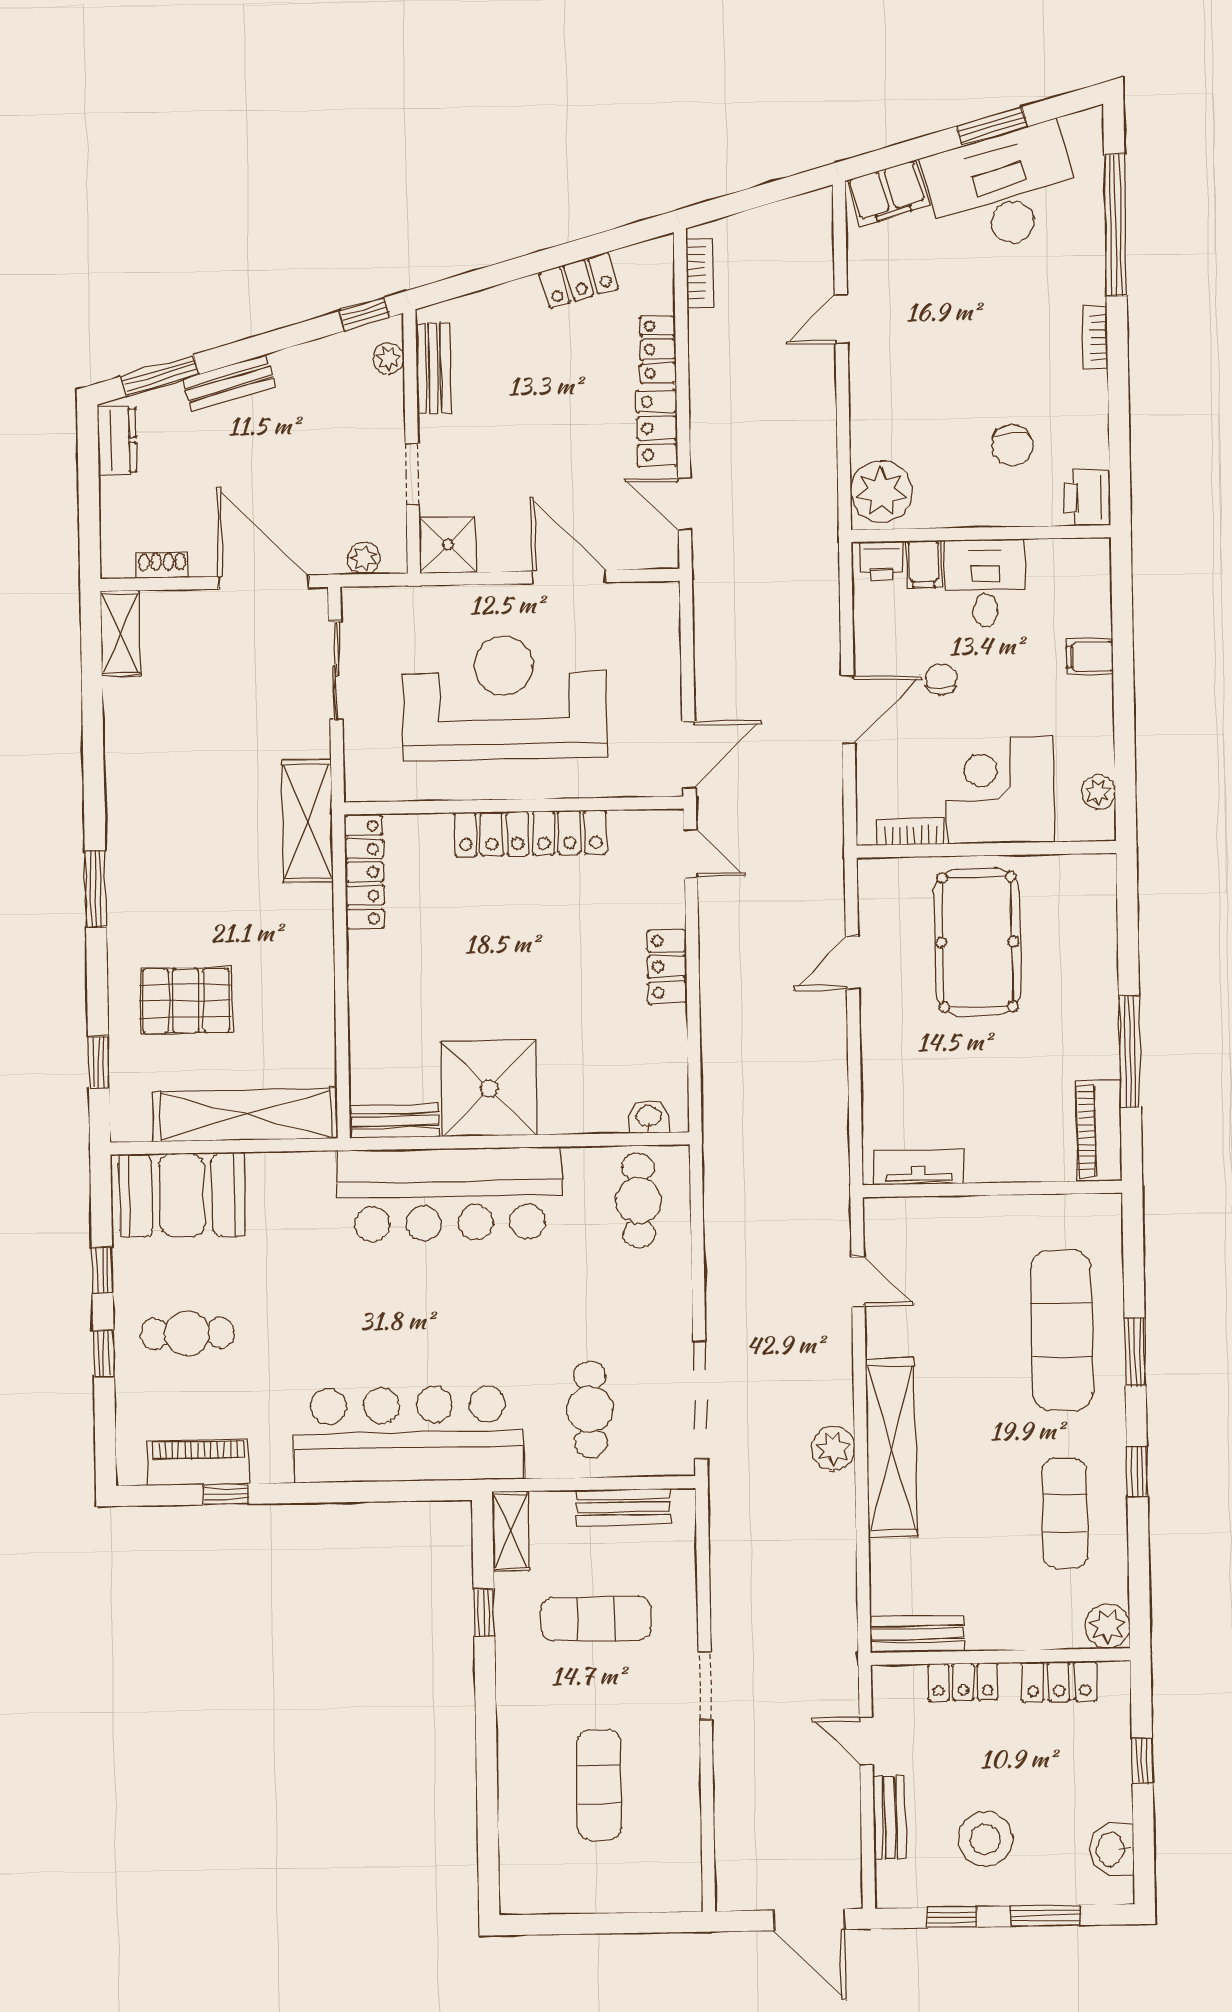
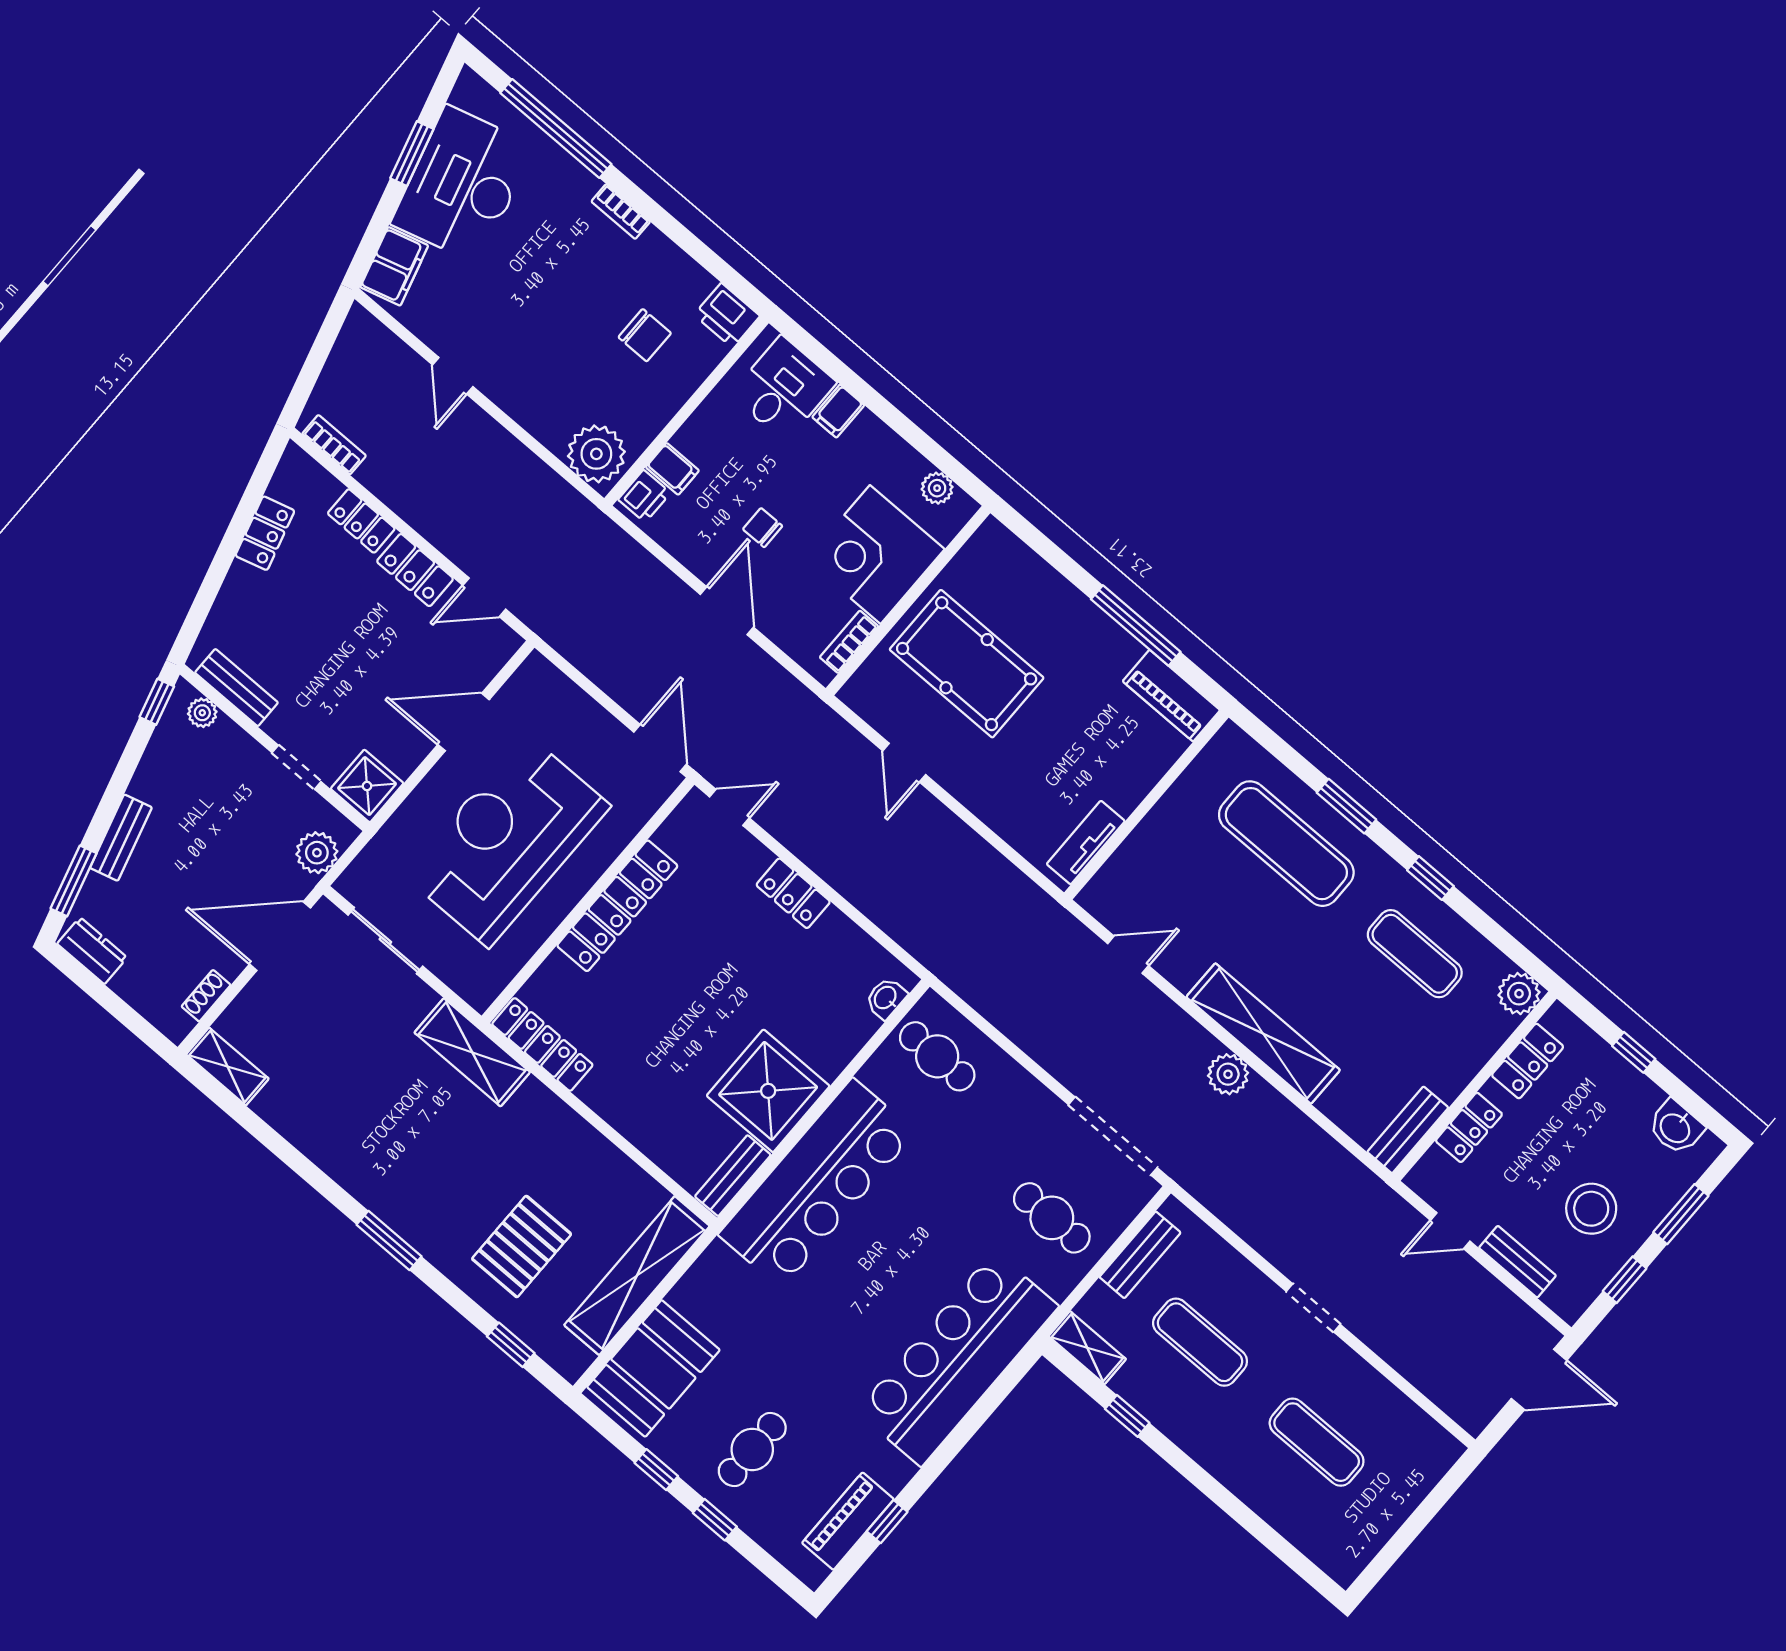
plant: (364, 558) -> (317, 853), width x1.38, depth x1.38
desk: (985, 583) -> (783, 389), moved, turned 90
exercise mat: (596, 1619) -> (1200, 1342), turned 90

